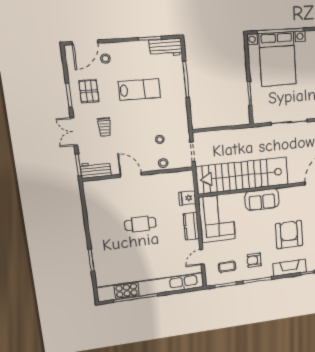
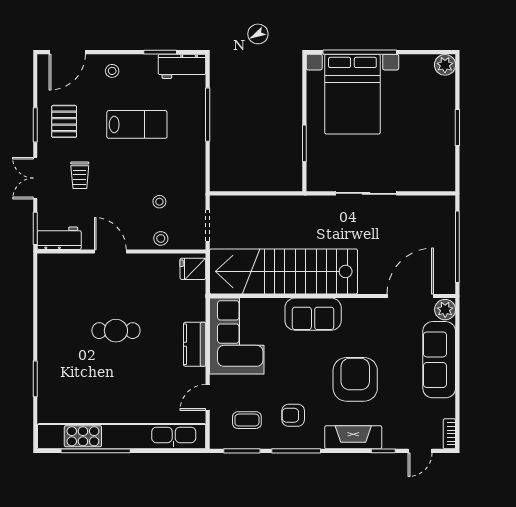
stool: (105, 59) -> (112, 71), moved
fridge: (187, 198) -> (193, 269), moved

